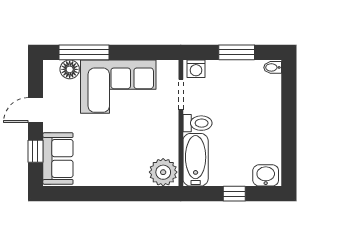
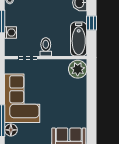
washing machine: (196, 69) -> (10, 32), moved
bathtub: (196, 160) -> (79, 39), moved, turned -90

